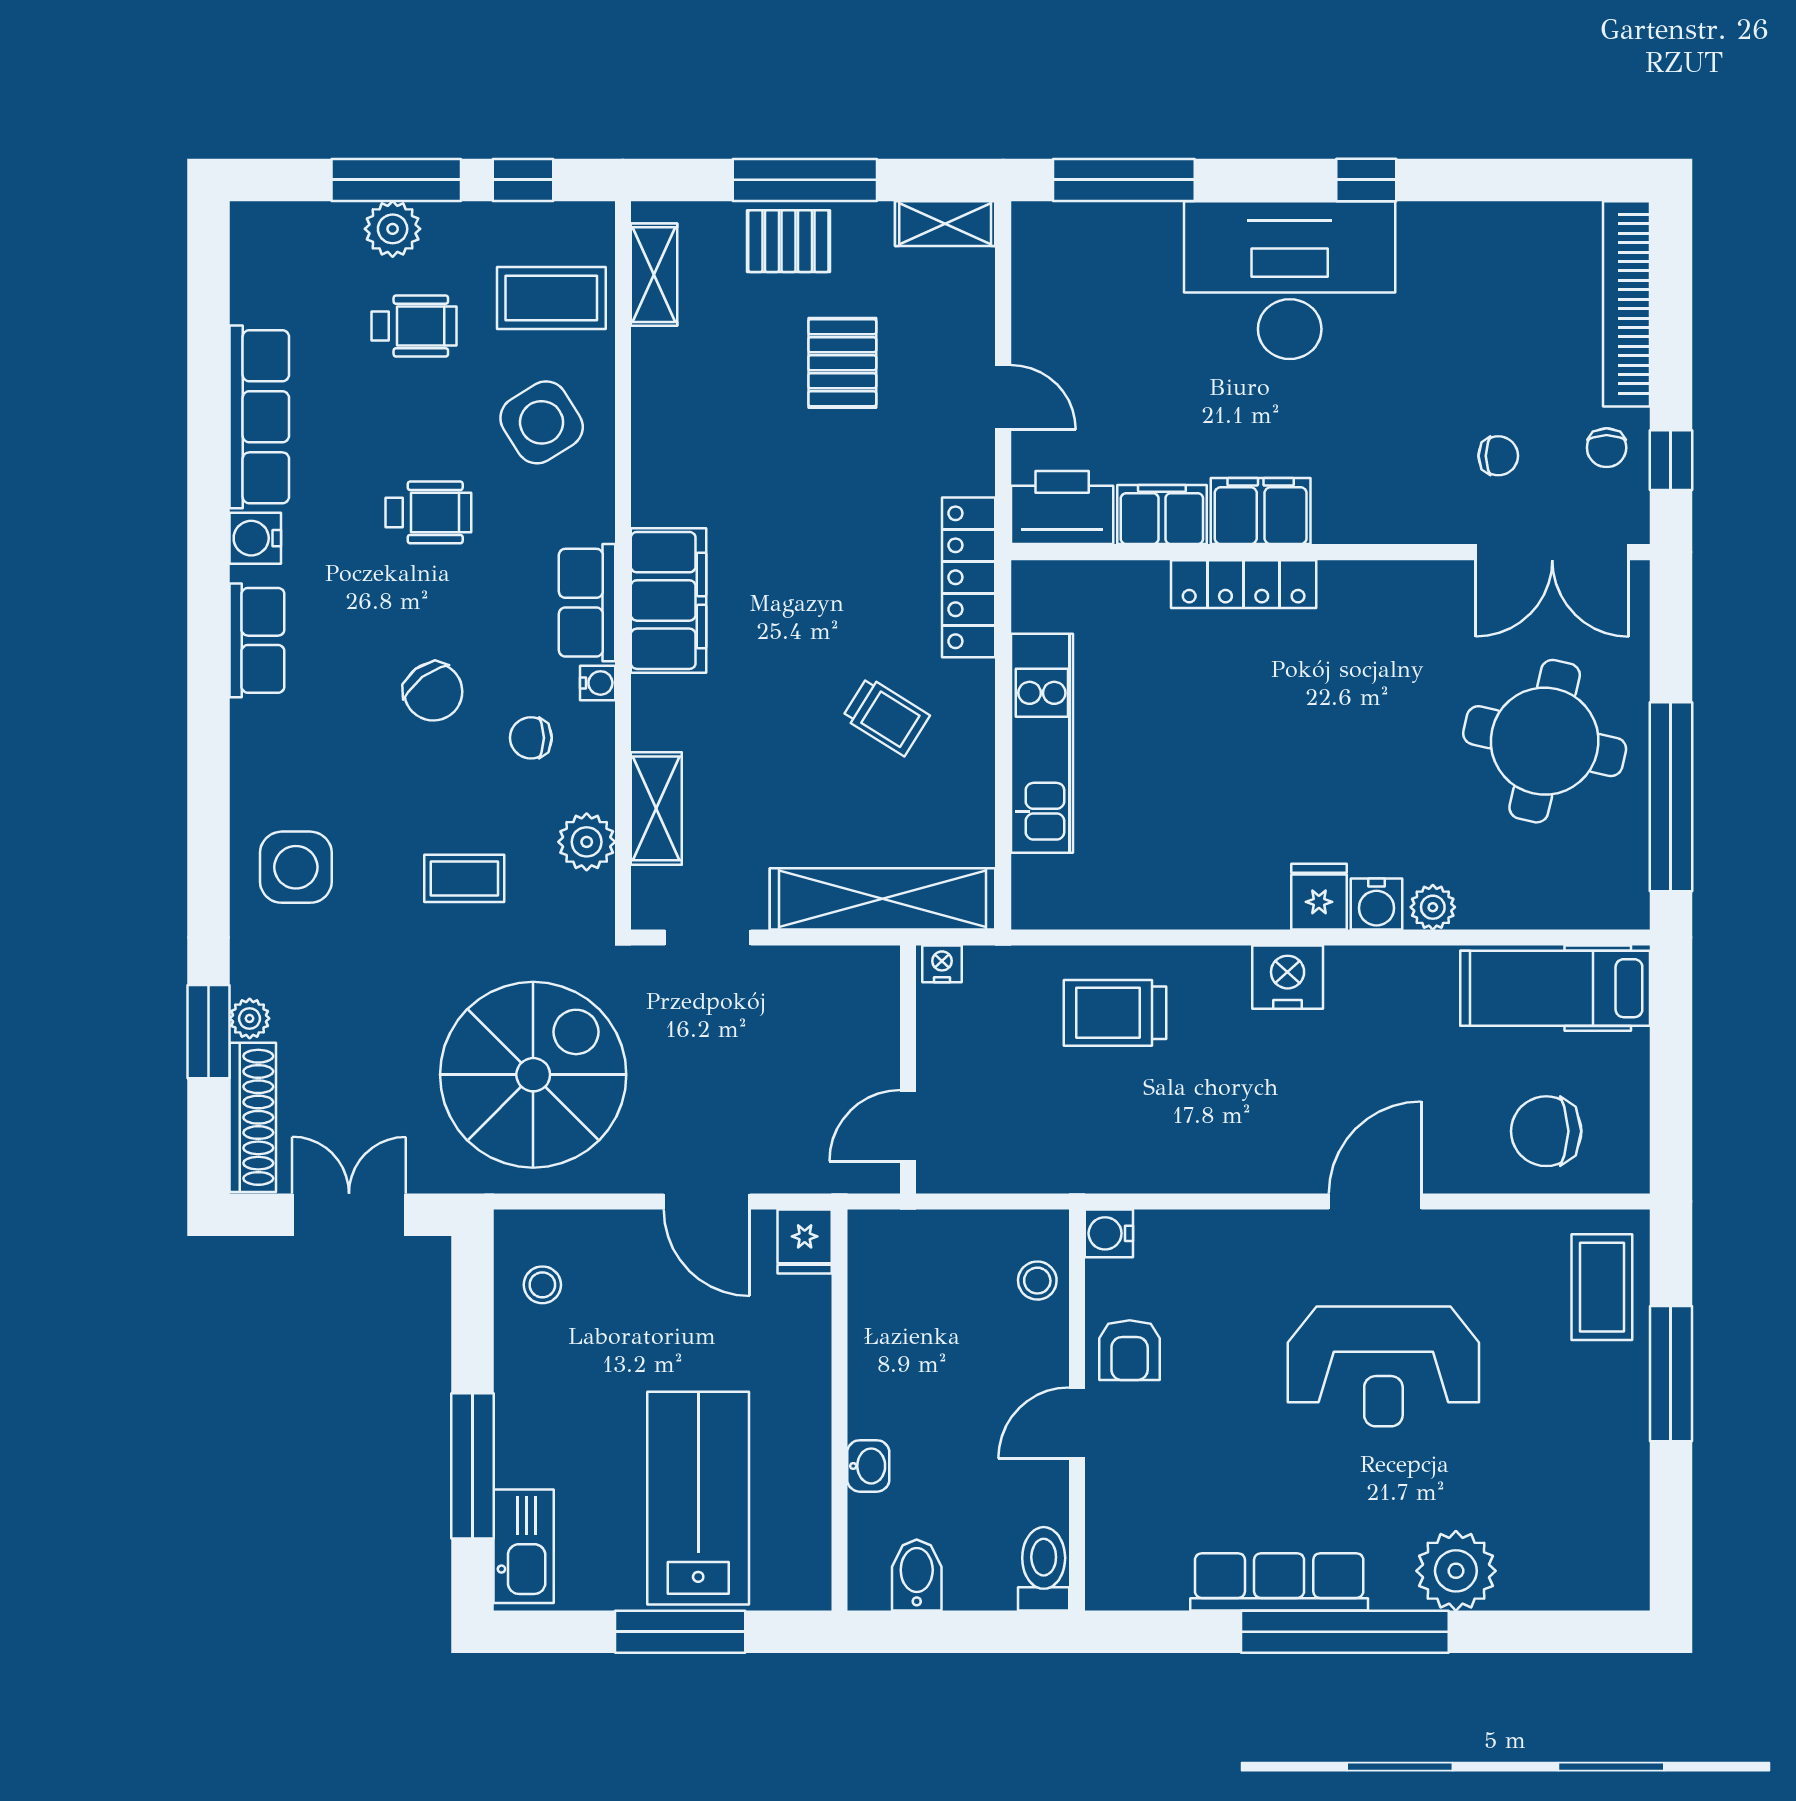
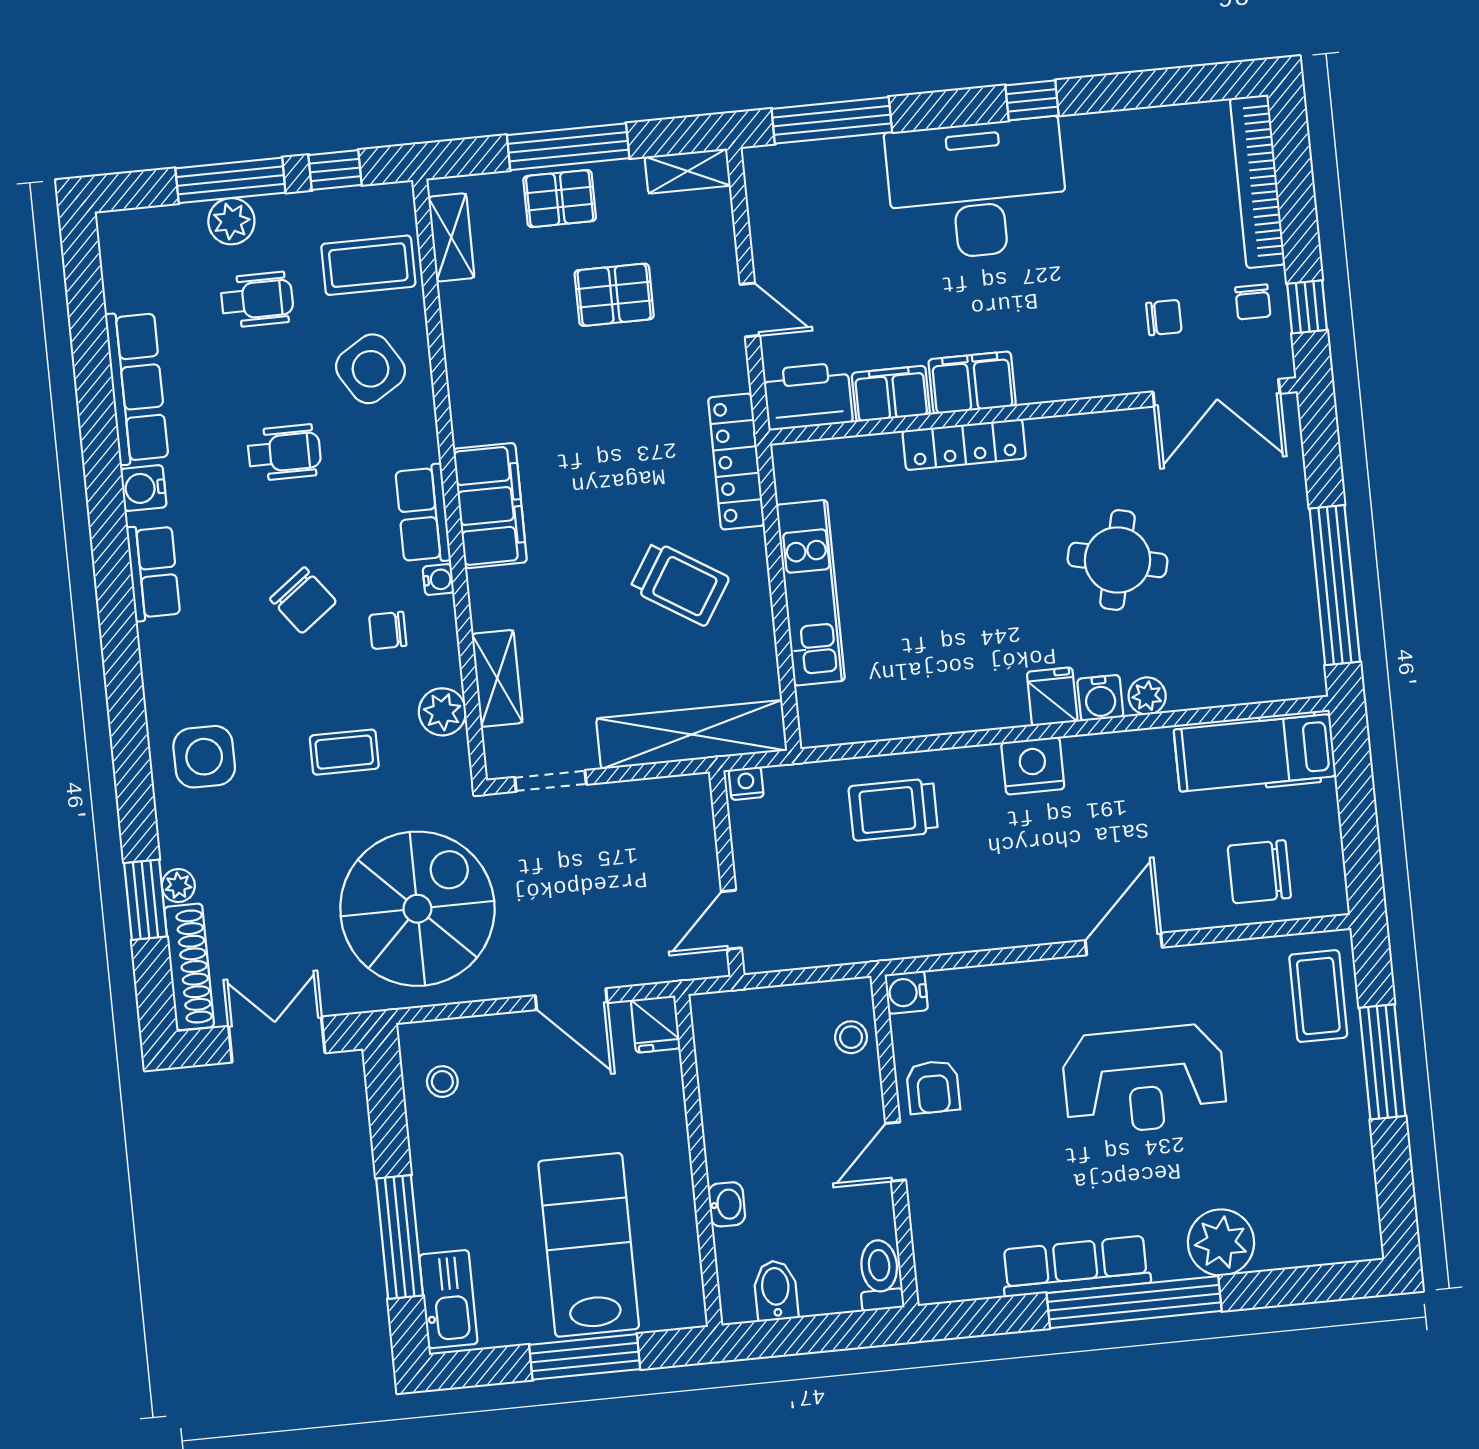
pallet: (842, 363) -> (614, 295), turned 90
trolley: (886, 716) -> (679, 583), width x1.36, depth x1.39
round table: (1545, 741) -> (1117, 560), moved, width x0.73, depth x0.73

